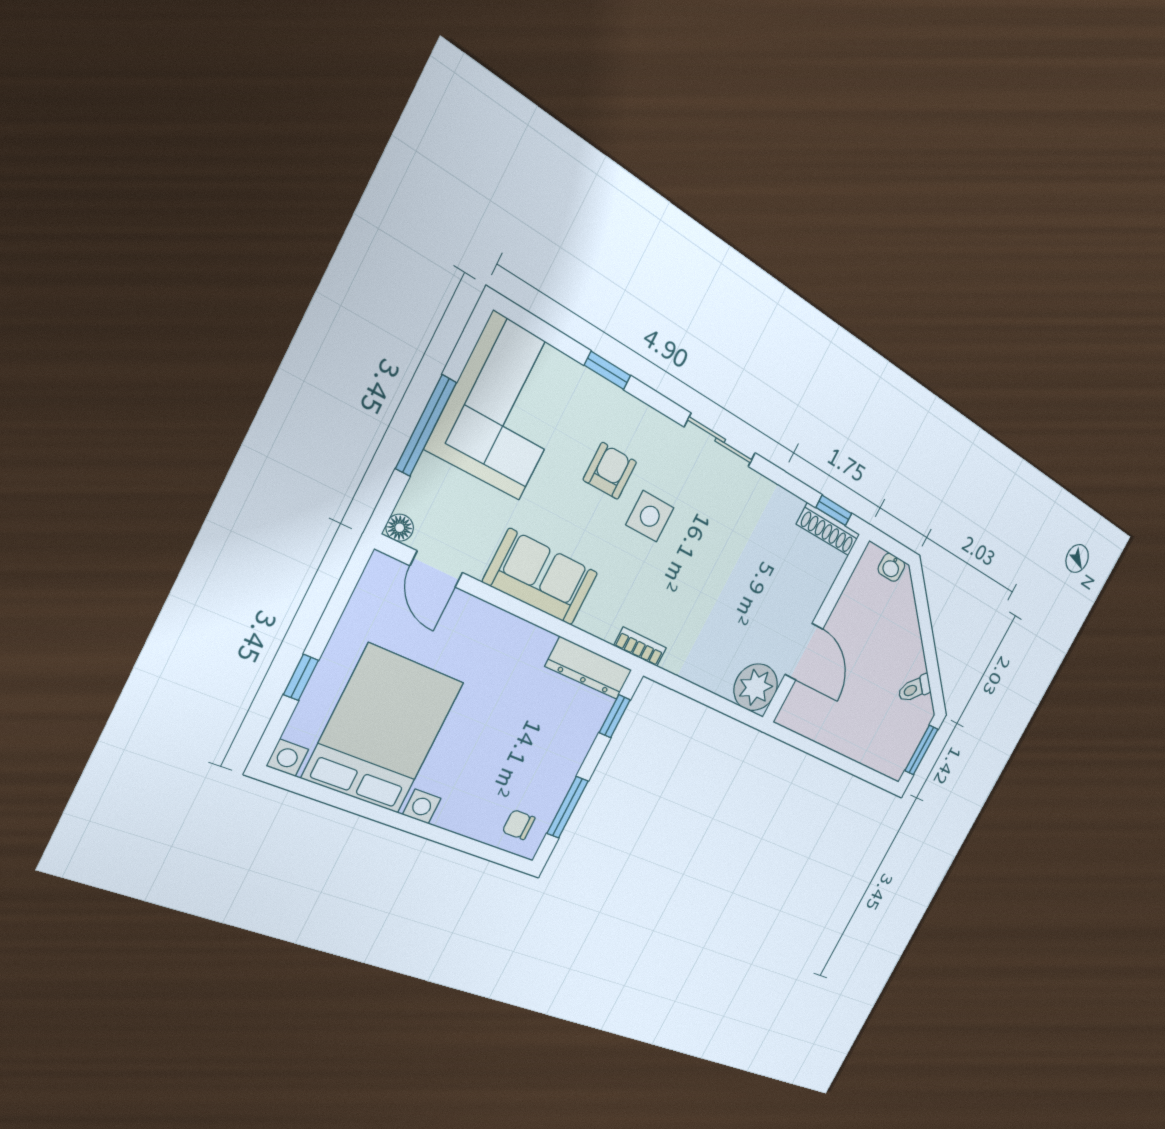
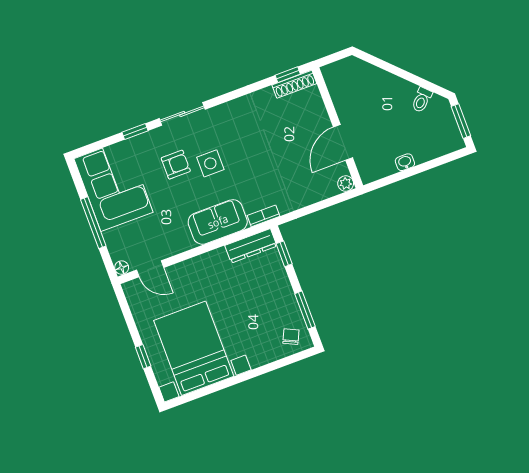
sliding door: (720, 440) -> (182, 114), moved
armchair: (610, 471) -> (176, 165), turned 90
washbasin: (891, 567) -> (405, 162), moved, turned 180
sofa: (541, 577) -> (218, 222), moved
door: (804, 652) -> (343, 142), swing flipped
plant: (756, 687) -> (346, 183), width x0.53, depth x0.53
chair: (519, 825) -> (291, 337), turned 115

